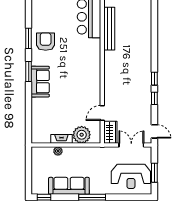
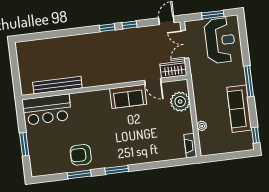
sofa: (40, 82) -> (128, 96), moved, turned 180
fireplace: (61, 139) -> (190, 146), moved

